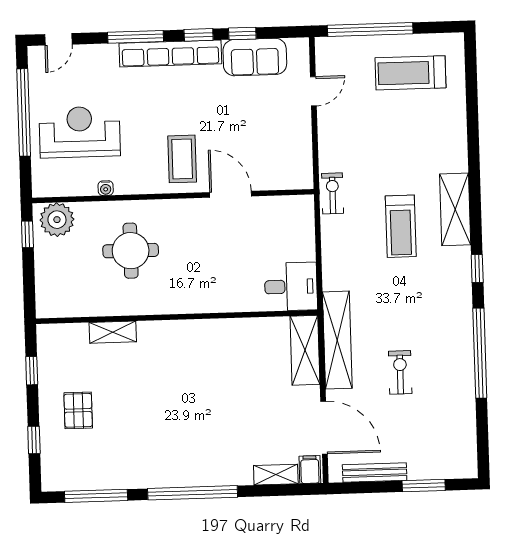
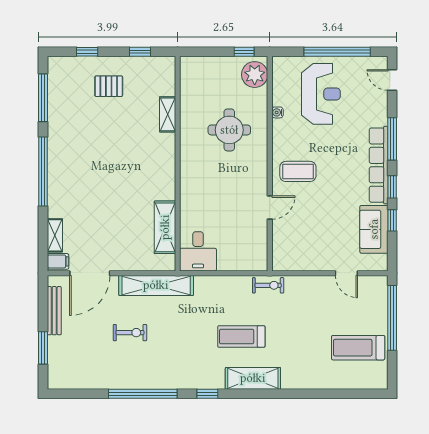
treadmill: (410, 73) -> (358, 348), turned -90
door: (231, 194) -> (270, 208), width x0.73
shelving: (305, 350) -> (165, 227), moved, turned 90

